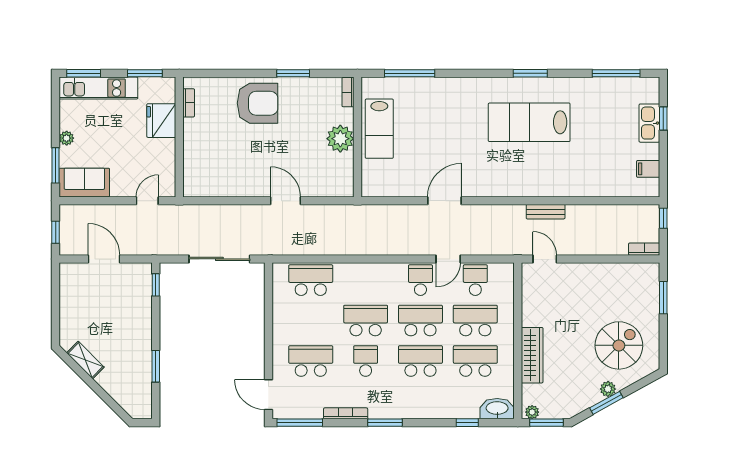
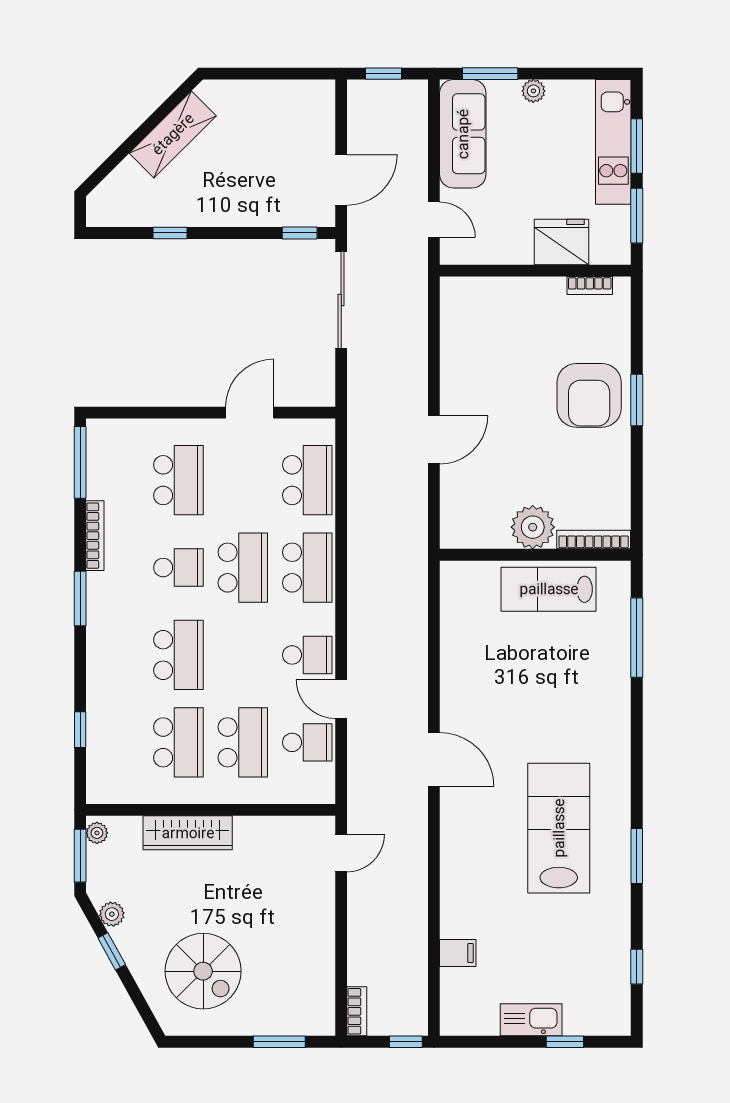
window: (84, 73) -> (637, 146), moved
window: (293, 73) -> (637, 400), moved
window: (530, 73) -> (637, 856), moved
window: (616, 73) -> (637, 967), width x0.46
bookcase: (348, 92) -> (594, 540), width x1.56
kitchen sink: (649, 123) -> (531, 1020), moved
filing cabinet: (648, 169) -> (458, 953), moved, turned 90
sofa: (84, 183) -> (463, 134), width x1.36
door: (445, 201) -> (434, 759), moved
bench: (546, 212) -> (416, 854), removed
door: (104, 259) -> (341, 180), moved
sliding door: (219, 259) -> (341, 300), moved
school desk: (420, 321) -> (307, 568), moved
shelving: (85, 360) -> (173, 134), width x1.50, depth x1.33
window: (156, 366) -> (170, 233), width x0.67
plant: (608, 389) -> (112, 914), moved
door: (268, 395) -> (250, 413), moved
window: (606, 403) -> (112, 951), width x0.67
washbasin: (497, 409) -> (102, 777), removed

